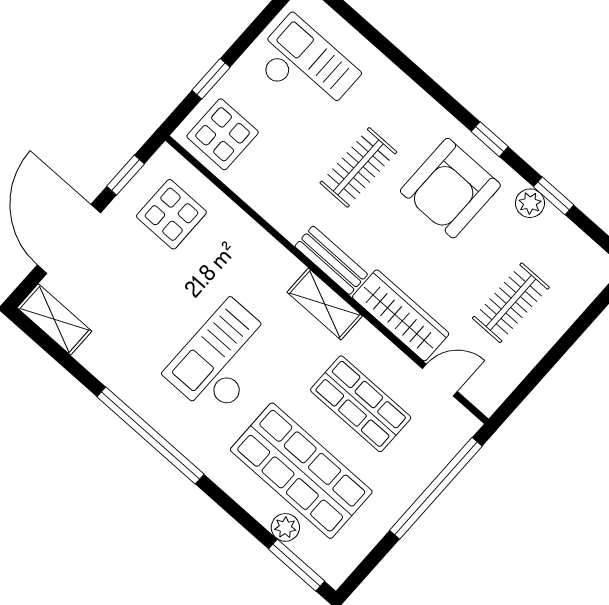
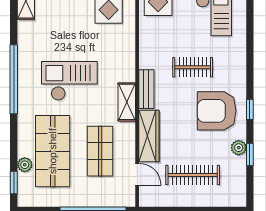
clothes rail: (511, 303) -> (193, 175), width x1.36
window: (297, 565) -> (14, 182), width x0.67

